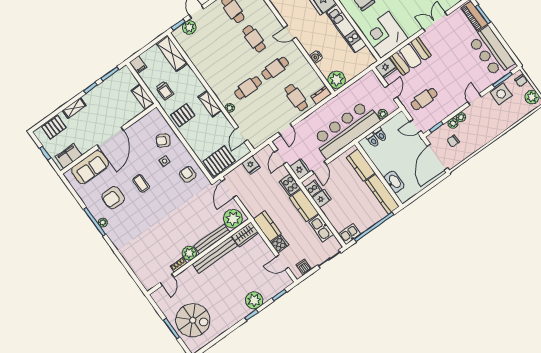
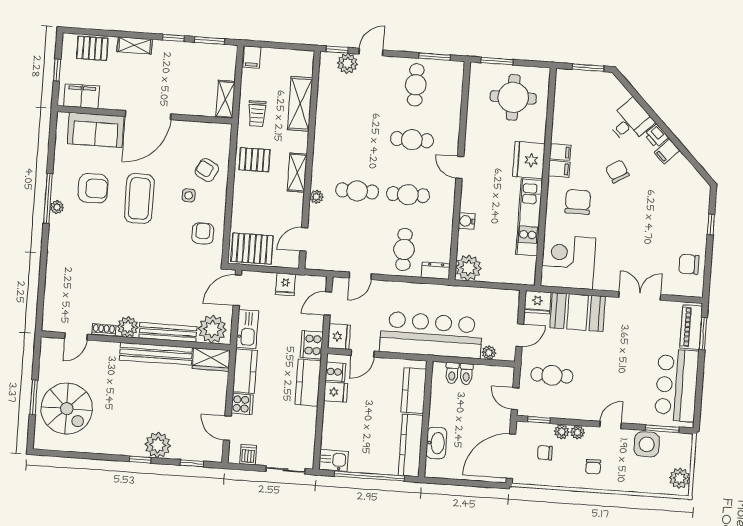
cafe table: (254, 39) -> (412, 140), turned 90
shelving: (172, 53) -> (300, 104), moved
chair: (521, 81) -> (593, 467), moved
coffee table: (141, 183) -> (139, 198), width x1.86, depth x1.72
armchair: (113, 198) -> (93, 188), turned 180
kitchen sink: (321, 228) -> (247, 329), moved, turned 180

